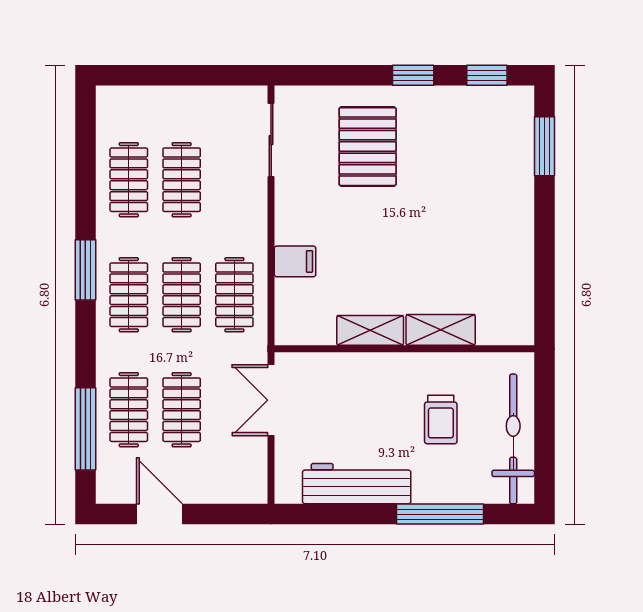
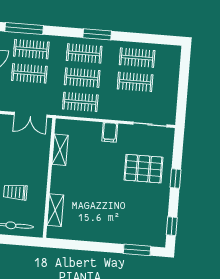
window: (413, 75) -> (176, 179), moved
filing cabinet: (295, 261) -> (110, 132), moved
shelving: (370, 330) -> (60, 150), moved
shelving: (441, 330) -> (55, 210), moved
double door: (271, 400) -> (30, 115), swing flipped

